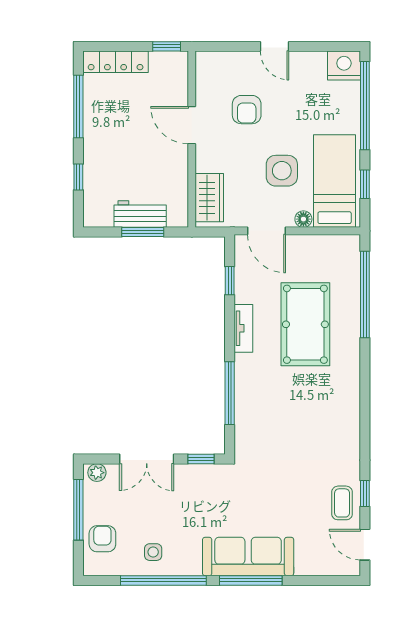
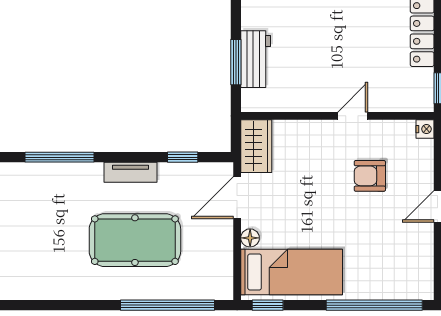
nightstand: (344, 66) -> (425, 129), moved, width x0.53, depth x0.56
door: (192, 125) -> (353, 116), width x0.73
side table: (282, 171) -> (303, 214), removed
window: (365, 184) -> (268, 305), moved
wardrobe: (209, 198) -> (256, 146), moved, turned -90

